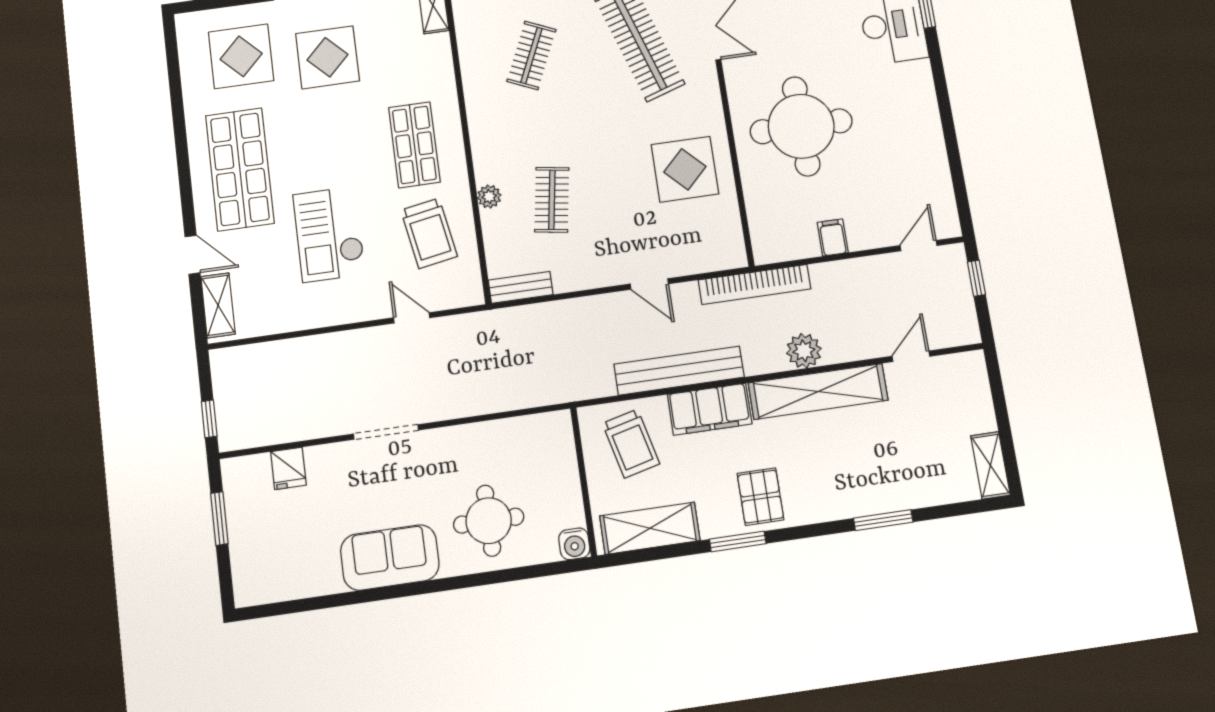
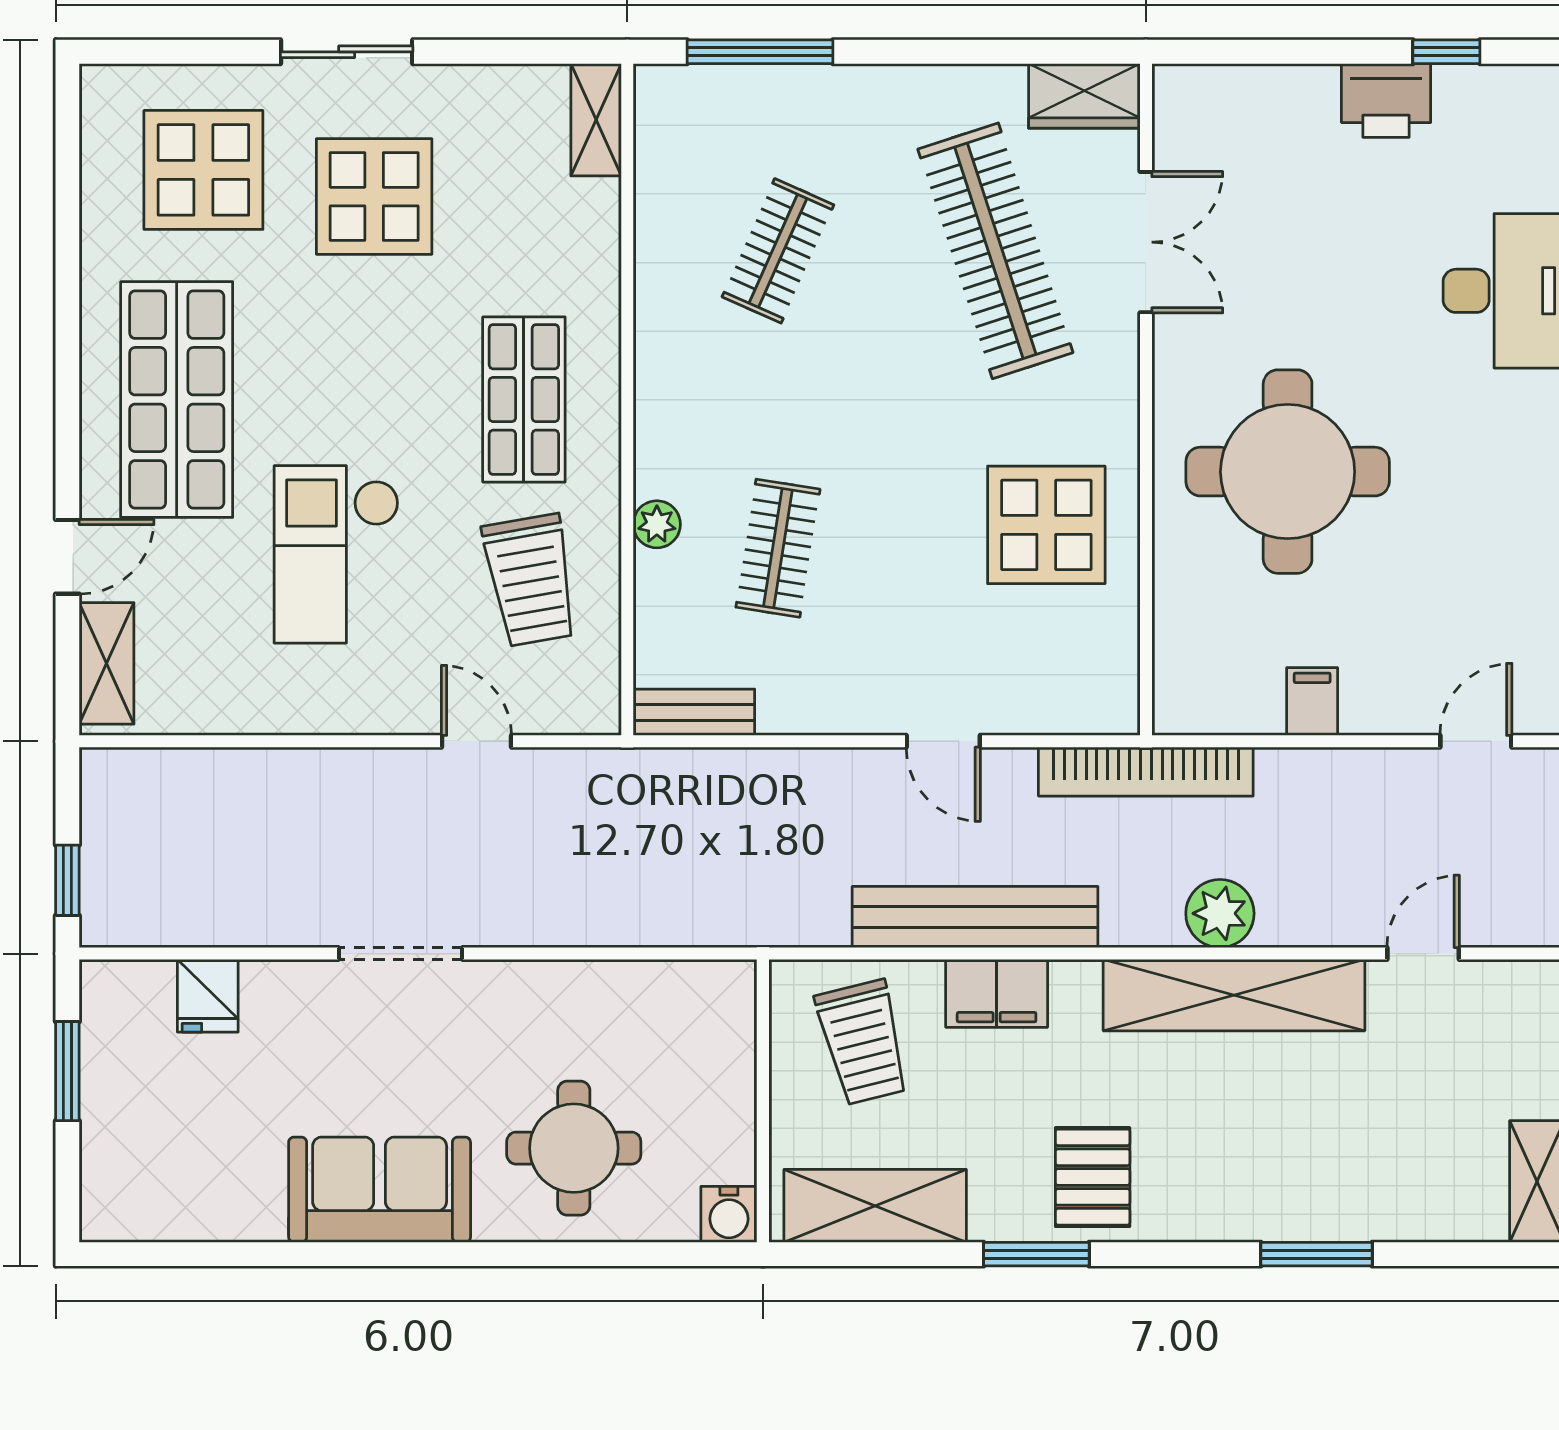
door: (193, 255) -> (67, 557), hinge flipped
filing cabinet: (710, 409) -> (997, 993), width x0.67, depth x0.86

